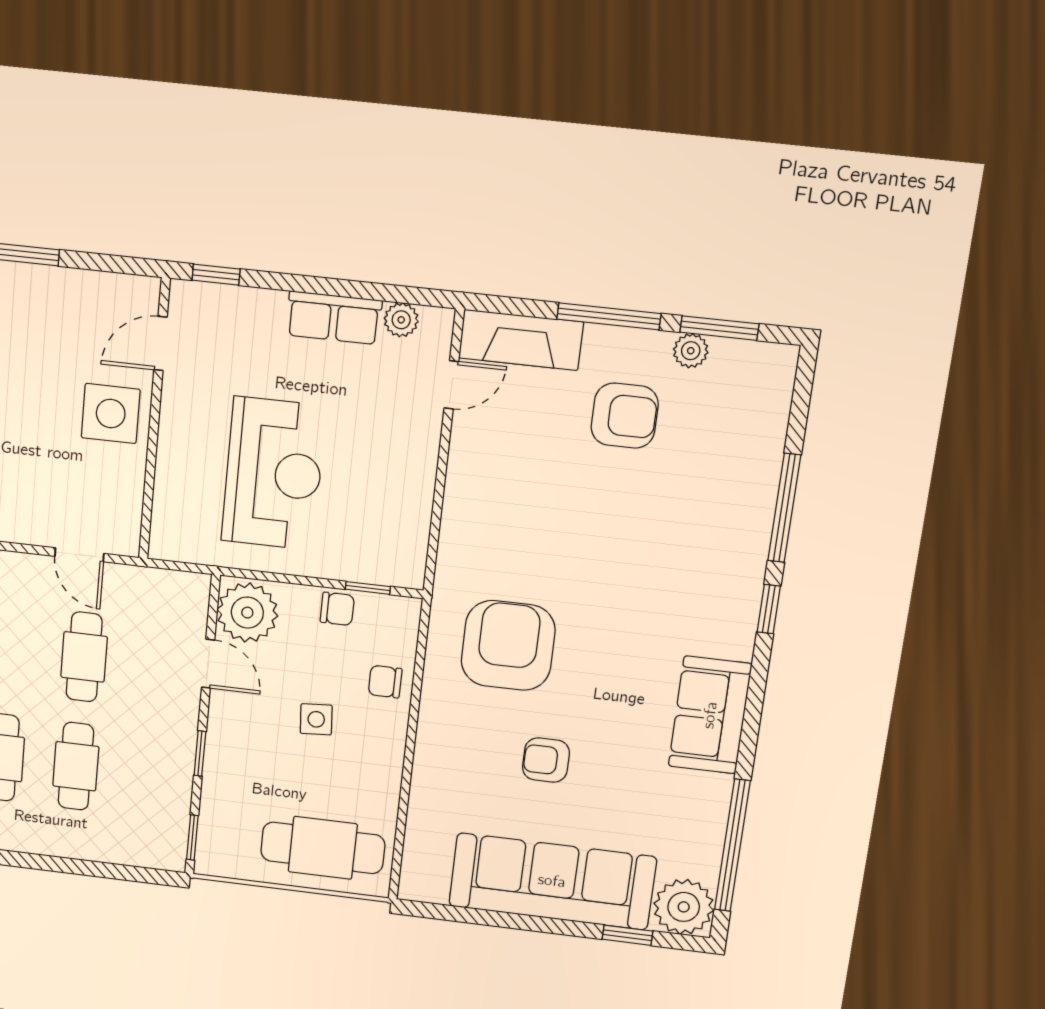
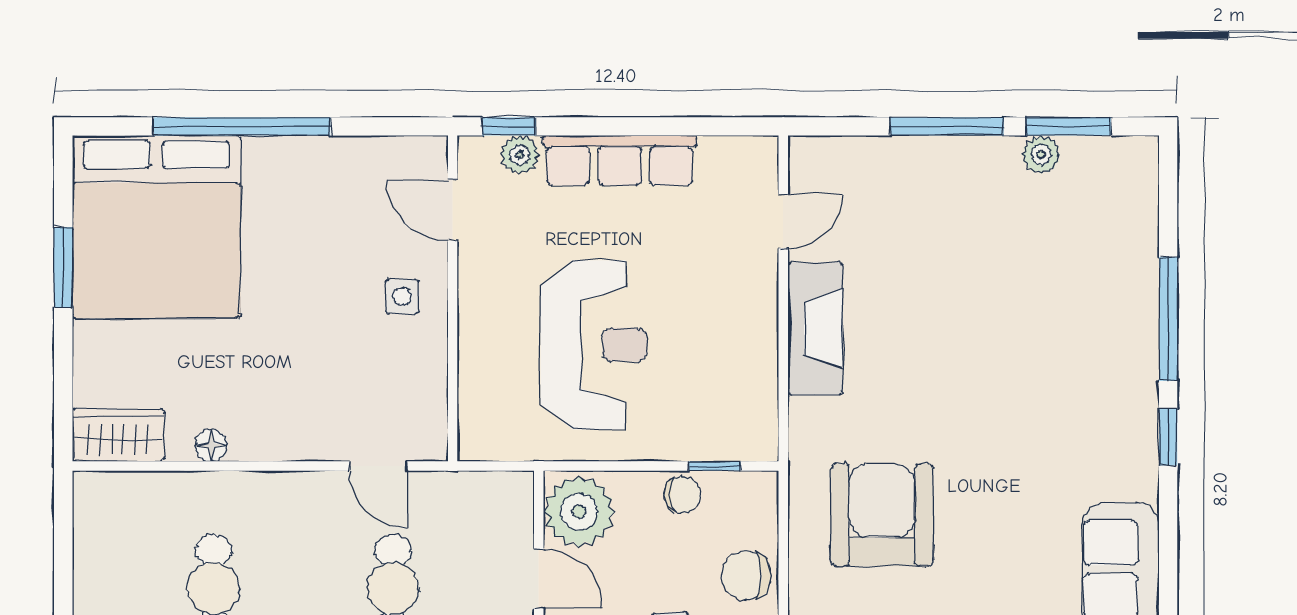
row of seats: (334, 318) -> (620, 160), width x1.48
plant: (401, 320) -> (520, 155), moved
fireplace: (521, 340) -> (815, 329), moved, turned -90
door: (161, 343) -> (453, 210), hinge flipped
side table: (111, 414) -> (402, 296), width x0.54, depth x0.54
armchair: (625, 416) -> (979, 235), removed
chair: (385, 682) -> (746, 575), width x1.37, depth x1.37

